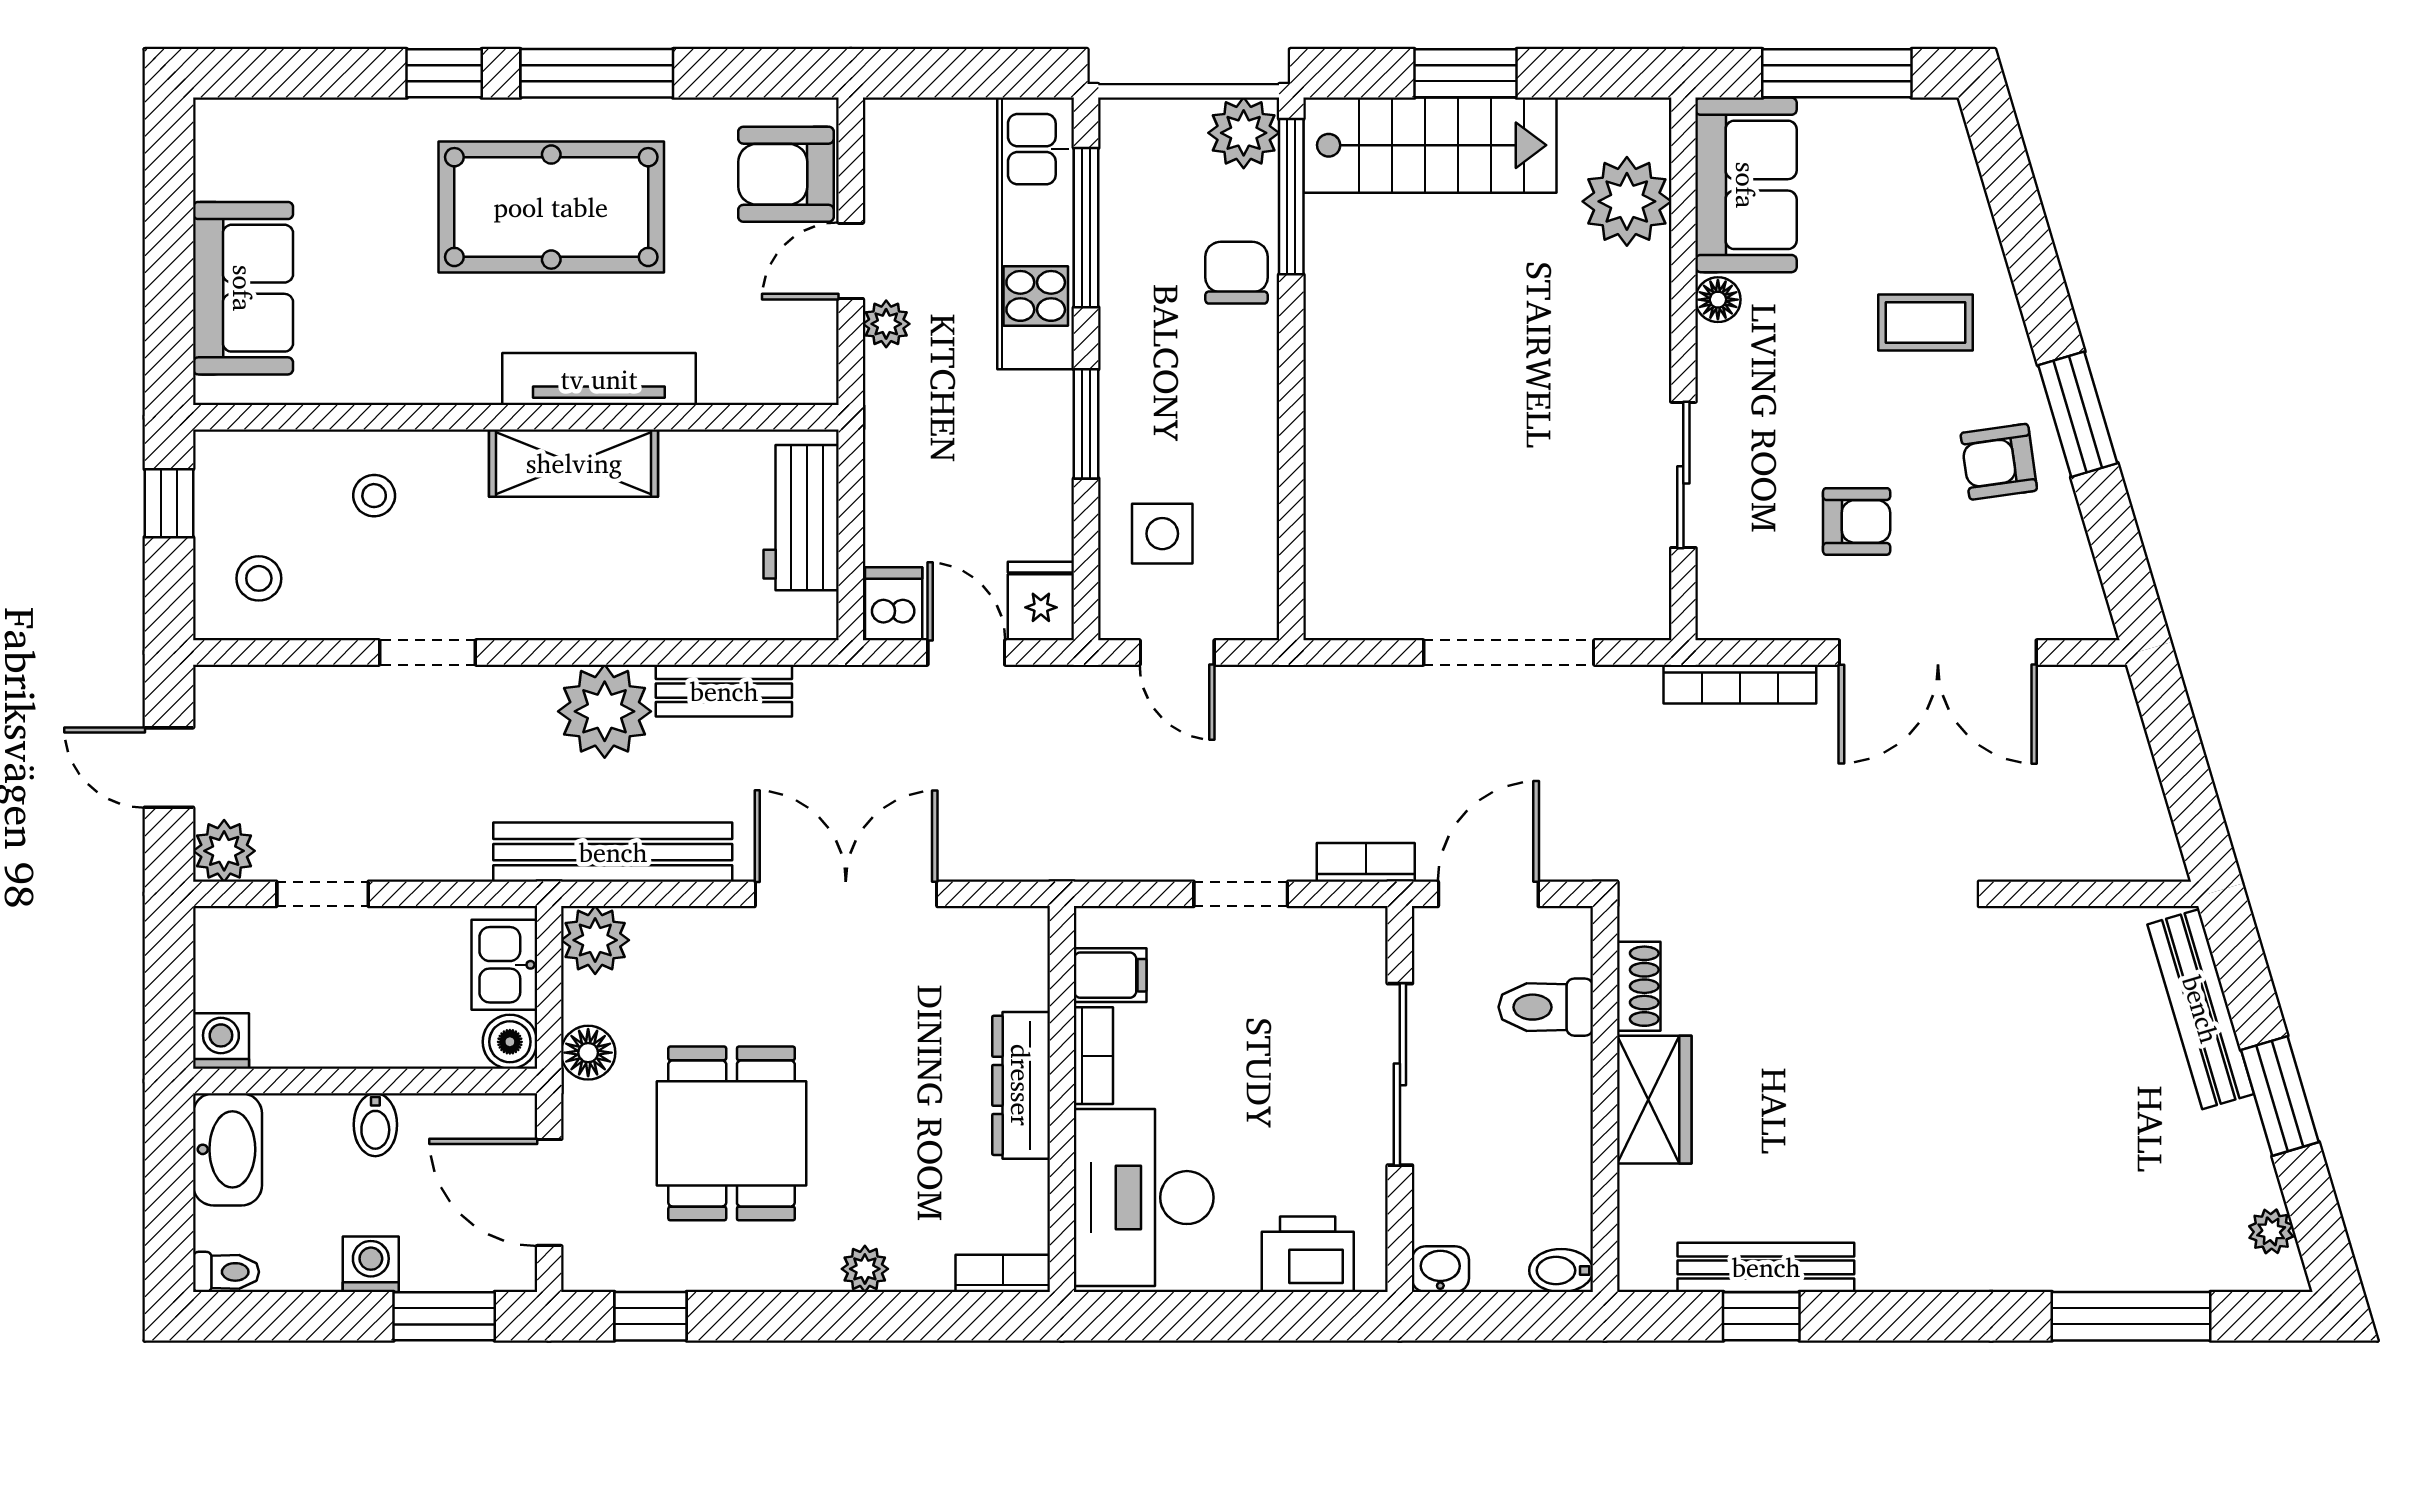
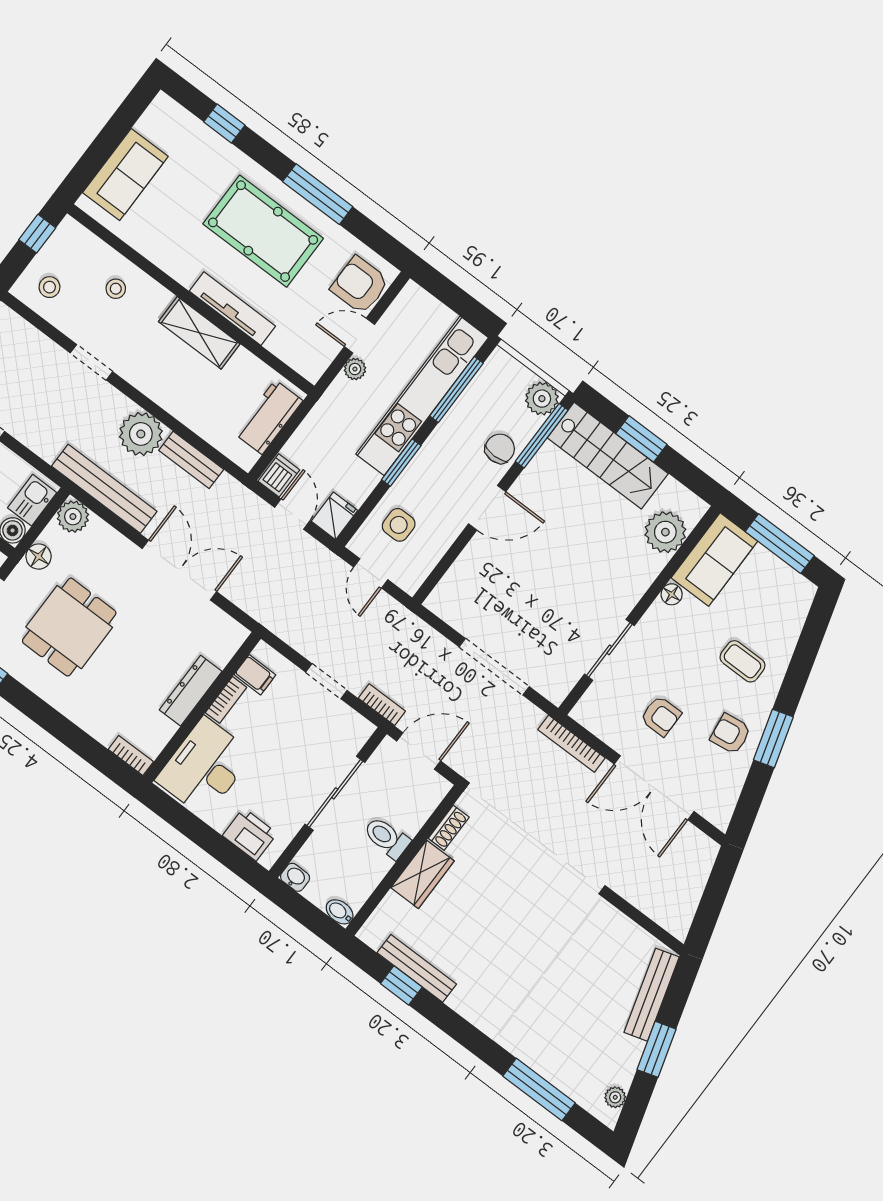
window: (444, 73) -> (224, 124), moved
kitchen unit: (1036, 233) -> (422, 396), width x1.36
door: (1291, 390) -> (487, 508), added
toilet: (1546, 1007) -> (387, 838), moved
plant: (865, 1269) -> (81, 715), removed

